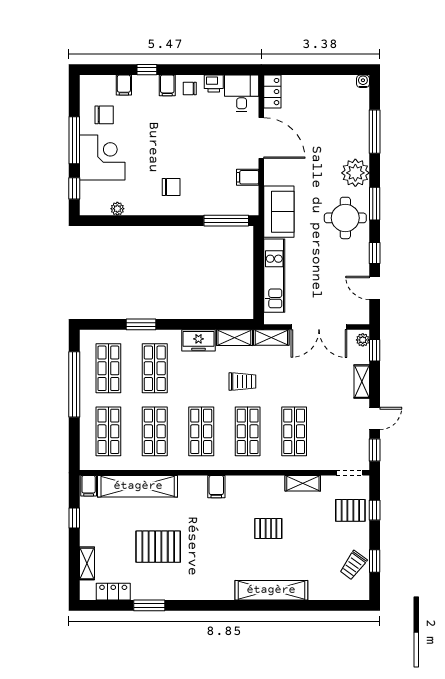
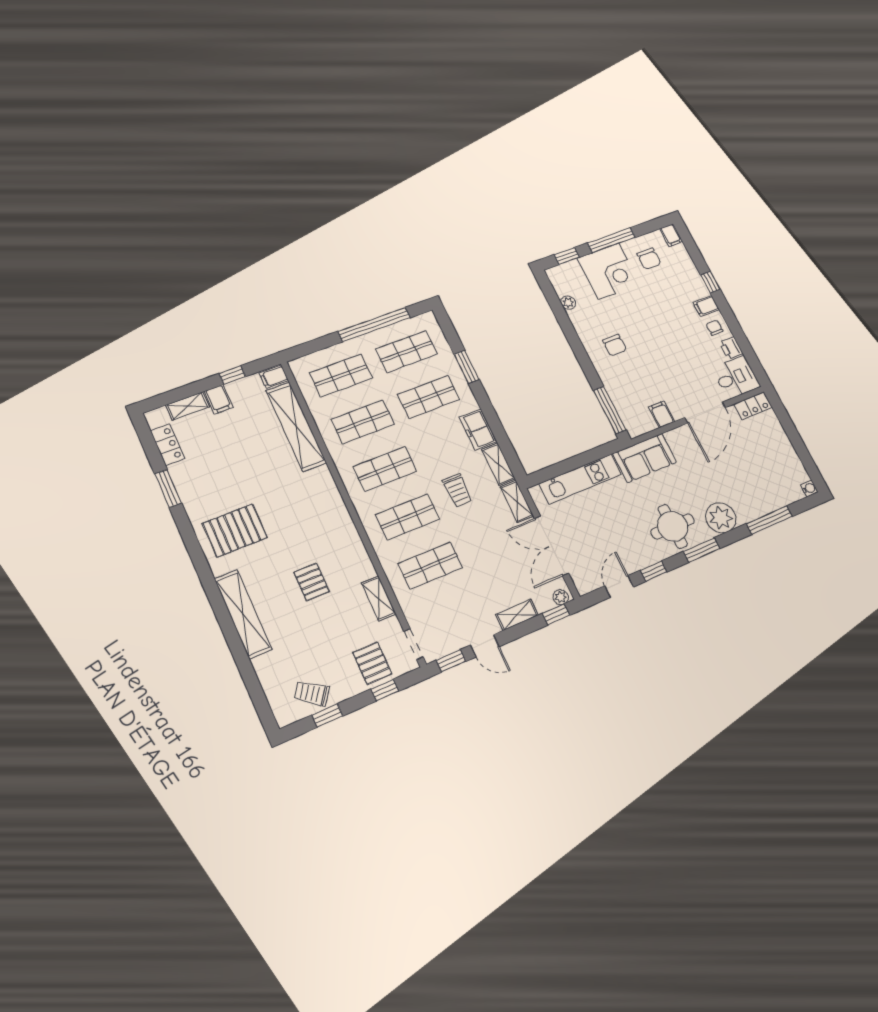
filing cabinet: (124, 85) -> (671, 235), moved, turned -90
filing cabinet: (216, 487) -> (219, 399), moved, turned -90
pallet: (158, 547) -> (235, 531), moved, turned 90

